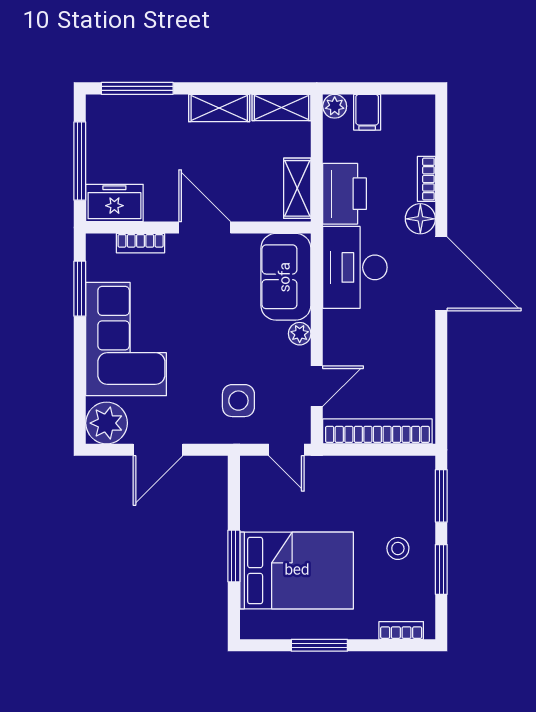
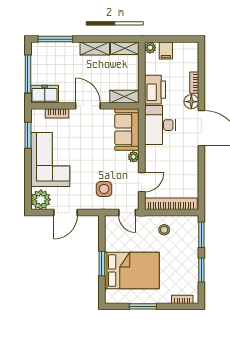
shelving: (297, 188) -> (124, 97), moved, turned 90
stool: (398, 548) -> (164, 230), moved

